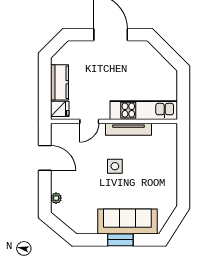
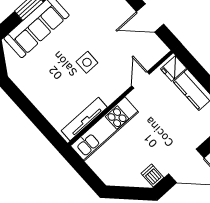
dishwasher: (140, 49) -> (152, 175), added
tv unit: (128, 129) -> (84, 119), moved

